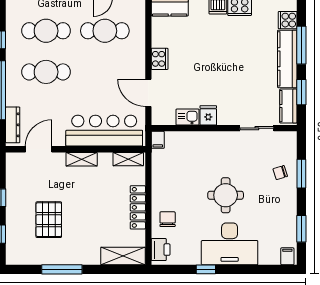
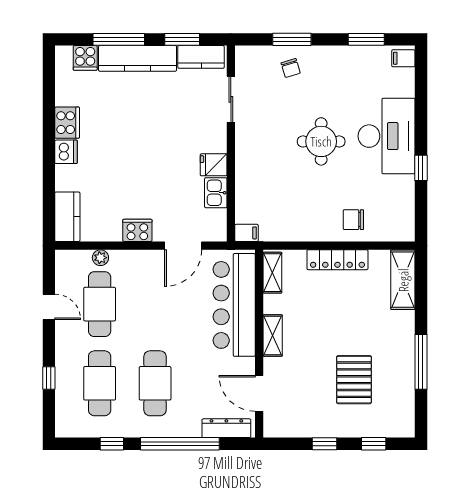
plant: (139, 31) -> (100, 258), added
pallet: (49, 220) -> (354, 380), turned 90
printer: (161, 250) -> (394, 229), removed

